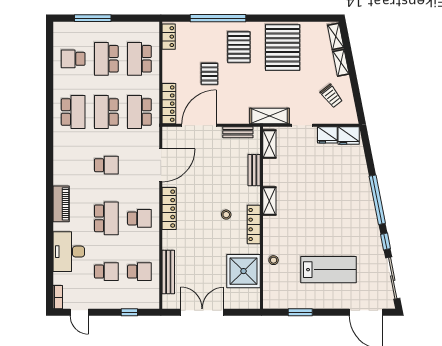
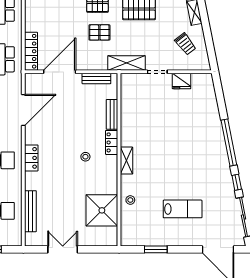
pallet: (209, 74) -> (99, 32), moved, turned 90
fridge: (349, 136) -> (202, 82), removed
shelving: (269, 144) -> (126, 90), removed
shelving: (269, 201) -> (126, 161), moved
locker: (169, 209) -> (31, 158), width x0.66
locker: (254, 224) -> (112, 142), moved, width x0.66
lab bench: (328, 270) -> (183, 209), width x0.73, depth x0.72
double door: (202, 312) -> (63, 249), width x0.73

